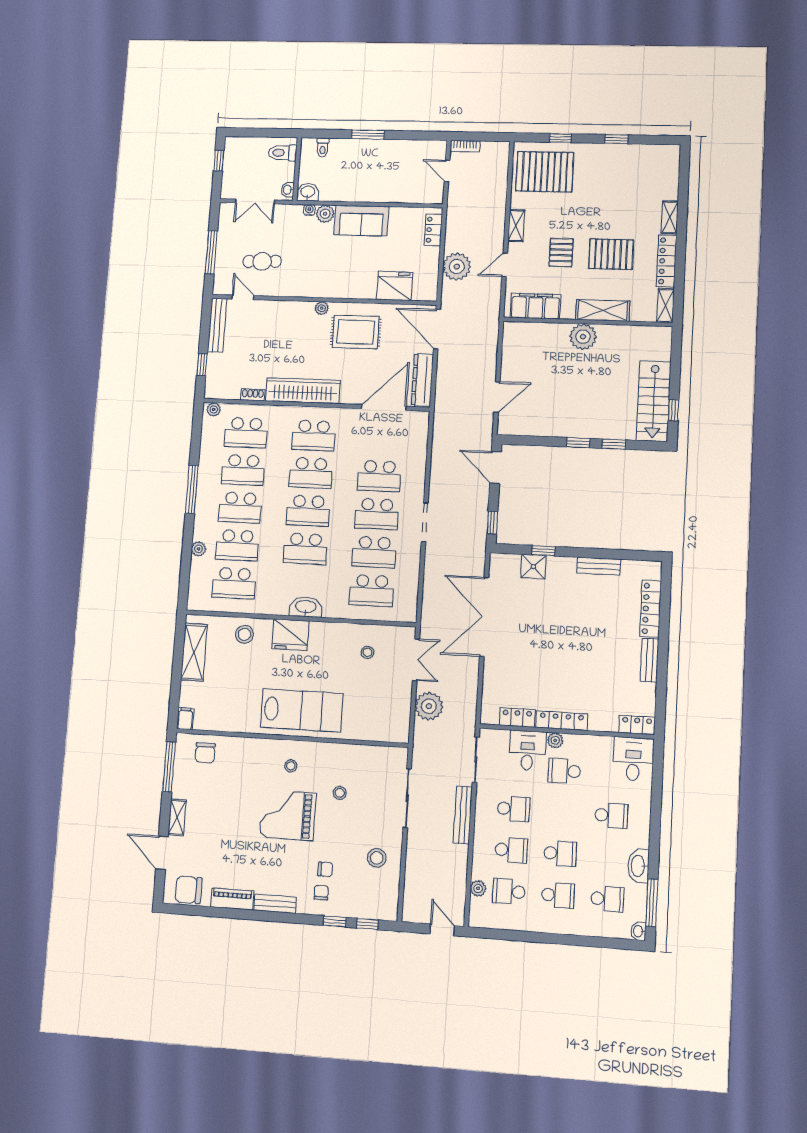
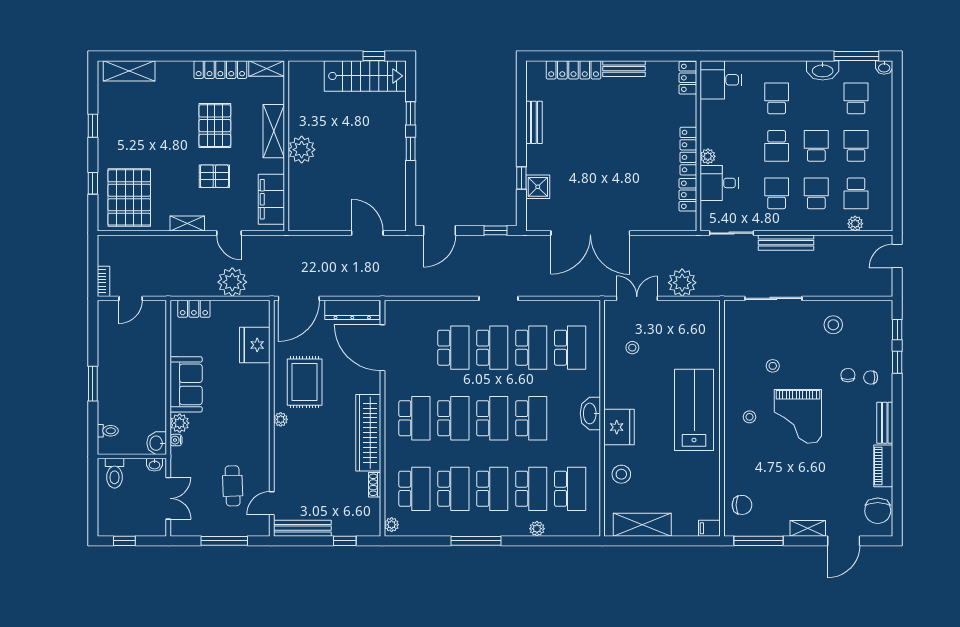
shelving: (670, 217) -> (129, 71), moved, width x1.50, depth x1.33
school desk: (564, 771) -> (777, 146), moved

